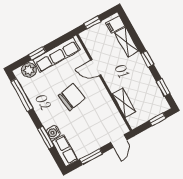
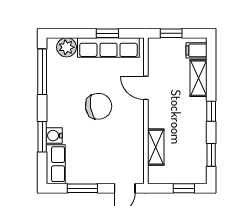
window: (37, 53) -> (107, 33), moved

